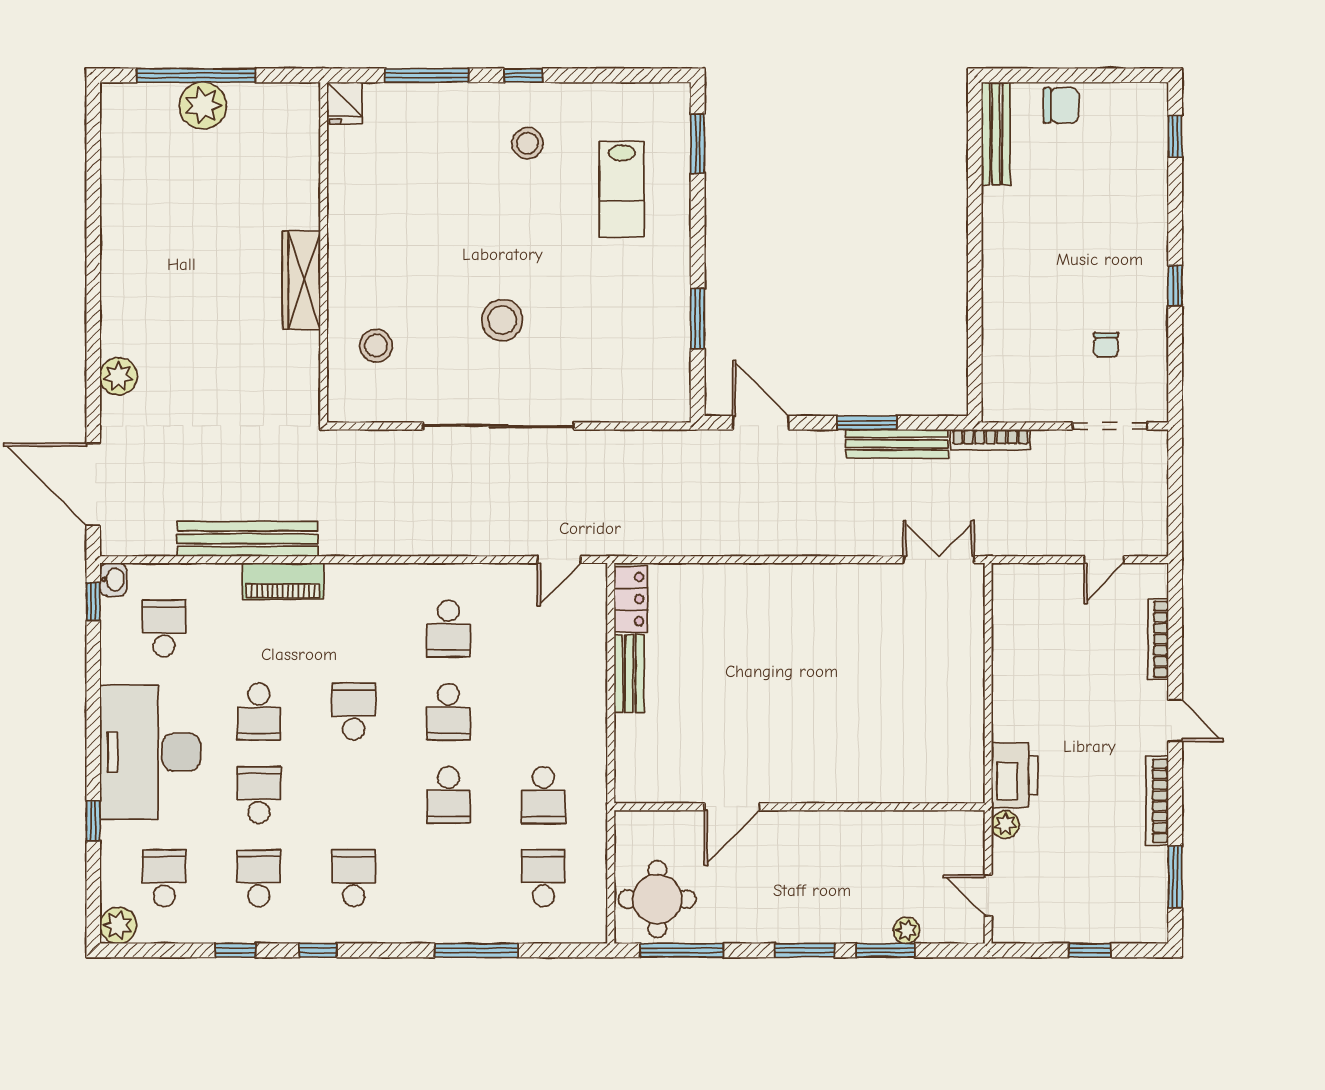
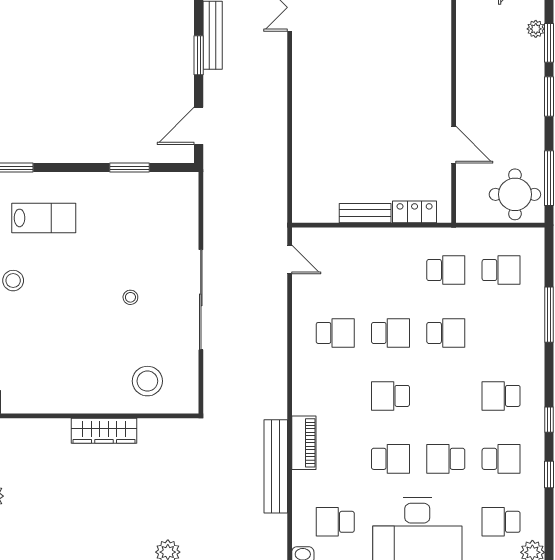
stool: (502, 320) -> (130, 297), width x0.53, depth x0.53
stool: (376, 346) -> (147, 381), width x1.38, depth x1.38
locker: (631, 599) -> (415, 212), moved
school desk: (259, 878) -> (501, 459), turned 180
school desk: (543, 878) -> (501, 270), turned 180

